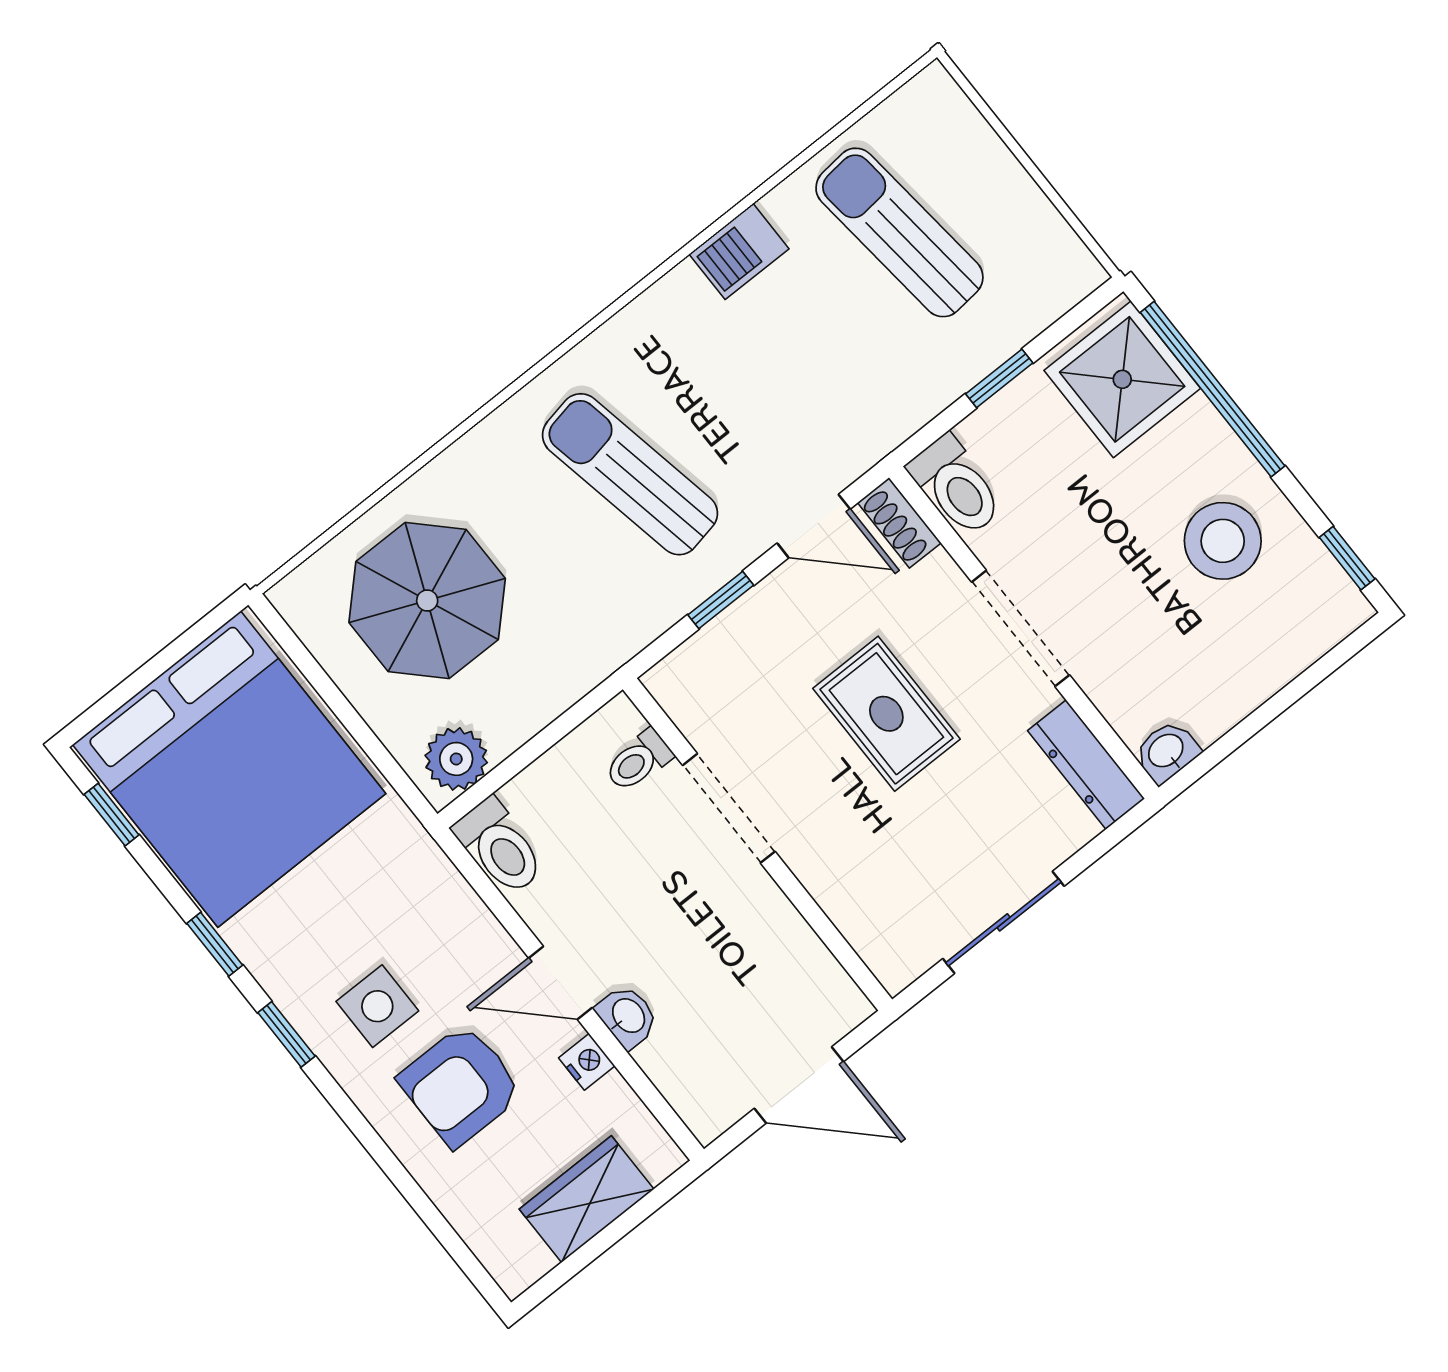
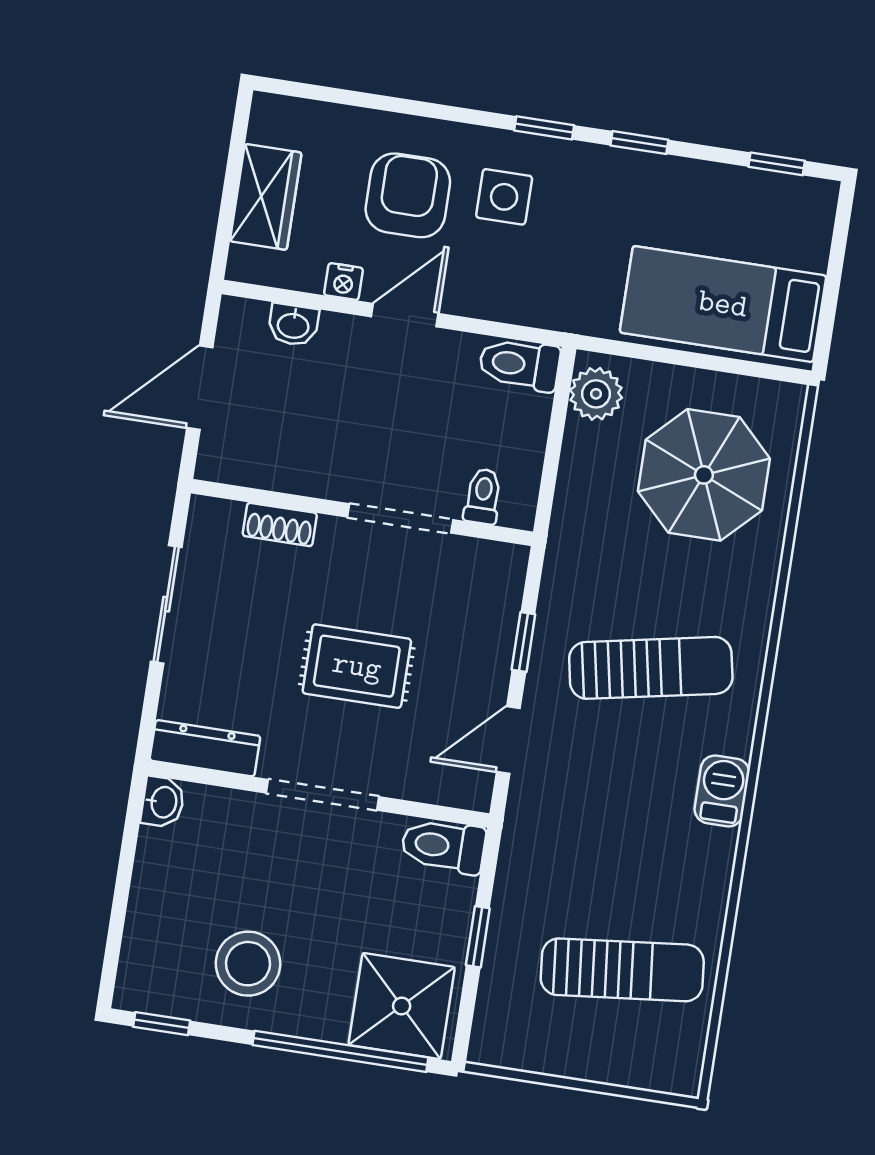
barbecue: (739, 251) -> (722, 791), moved
shoe rack: (899, 523) -> (280, 524), moved, turned 180
bed: (229, 769) -> (723, 304), width x0.49
washbasin: (628, 1016) -> (293, 325), moved

